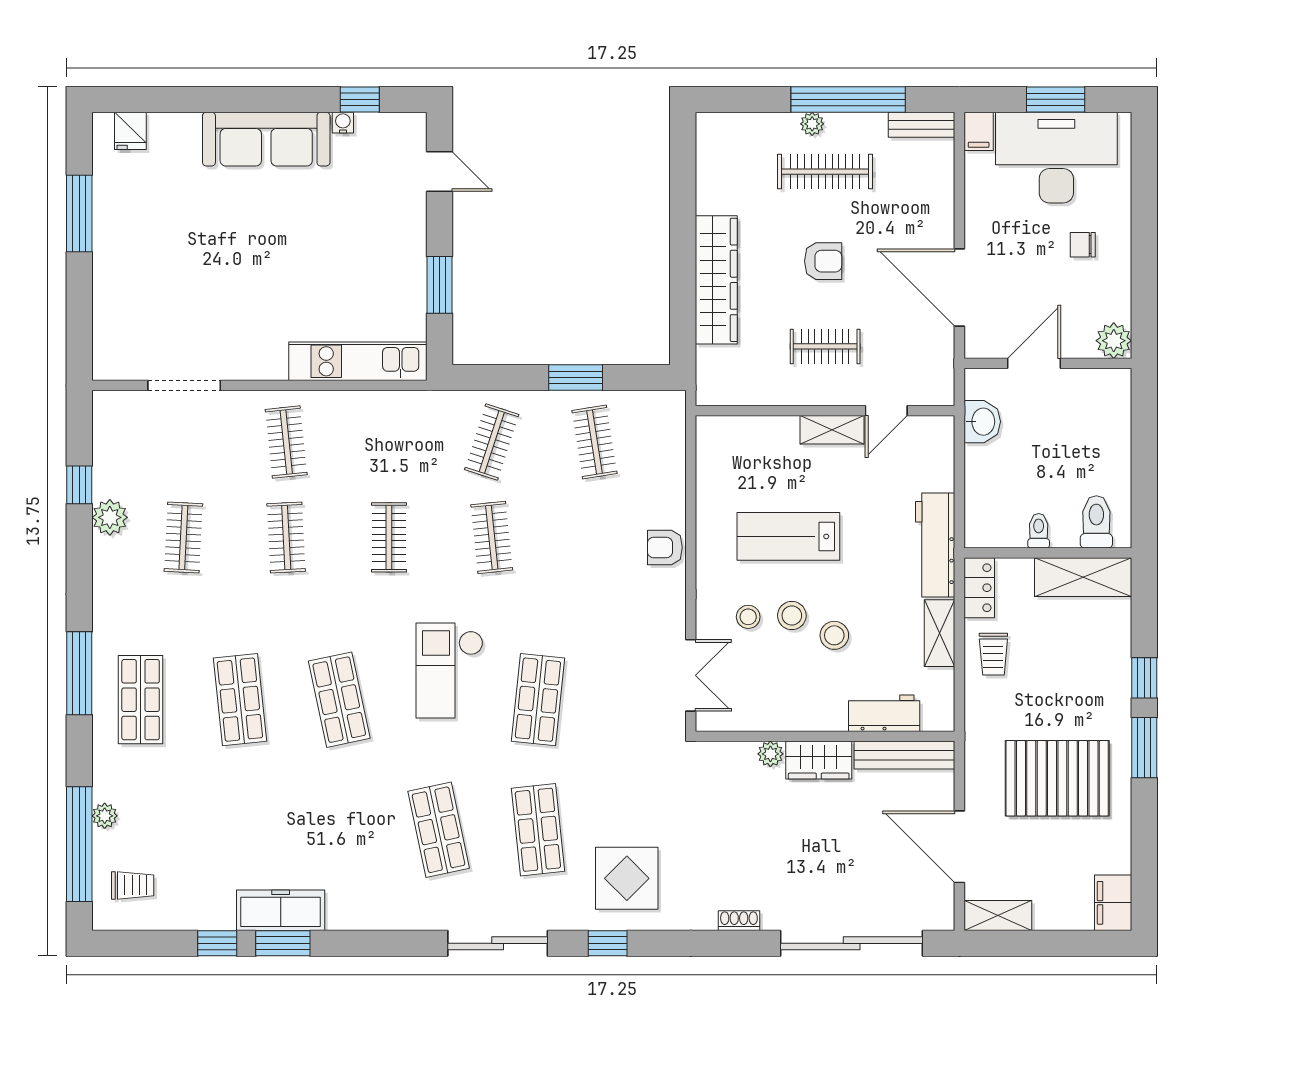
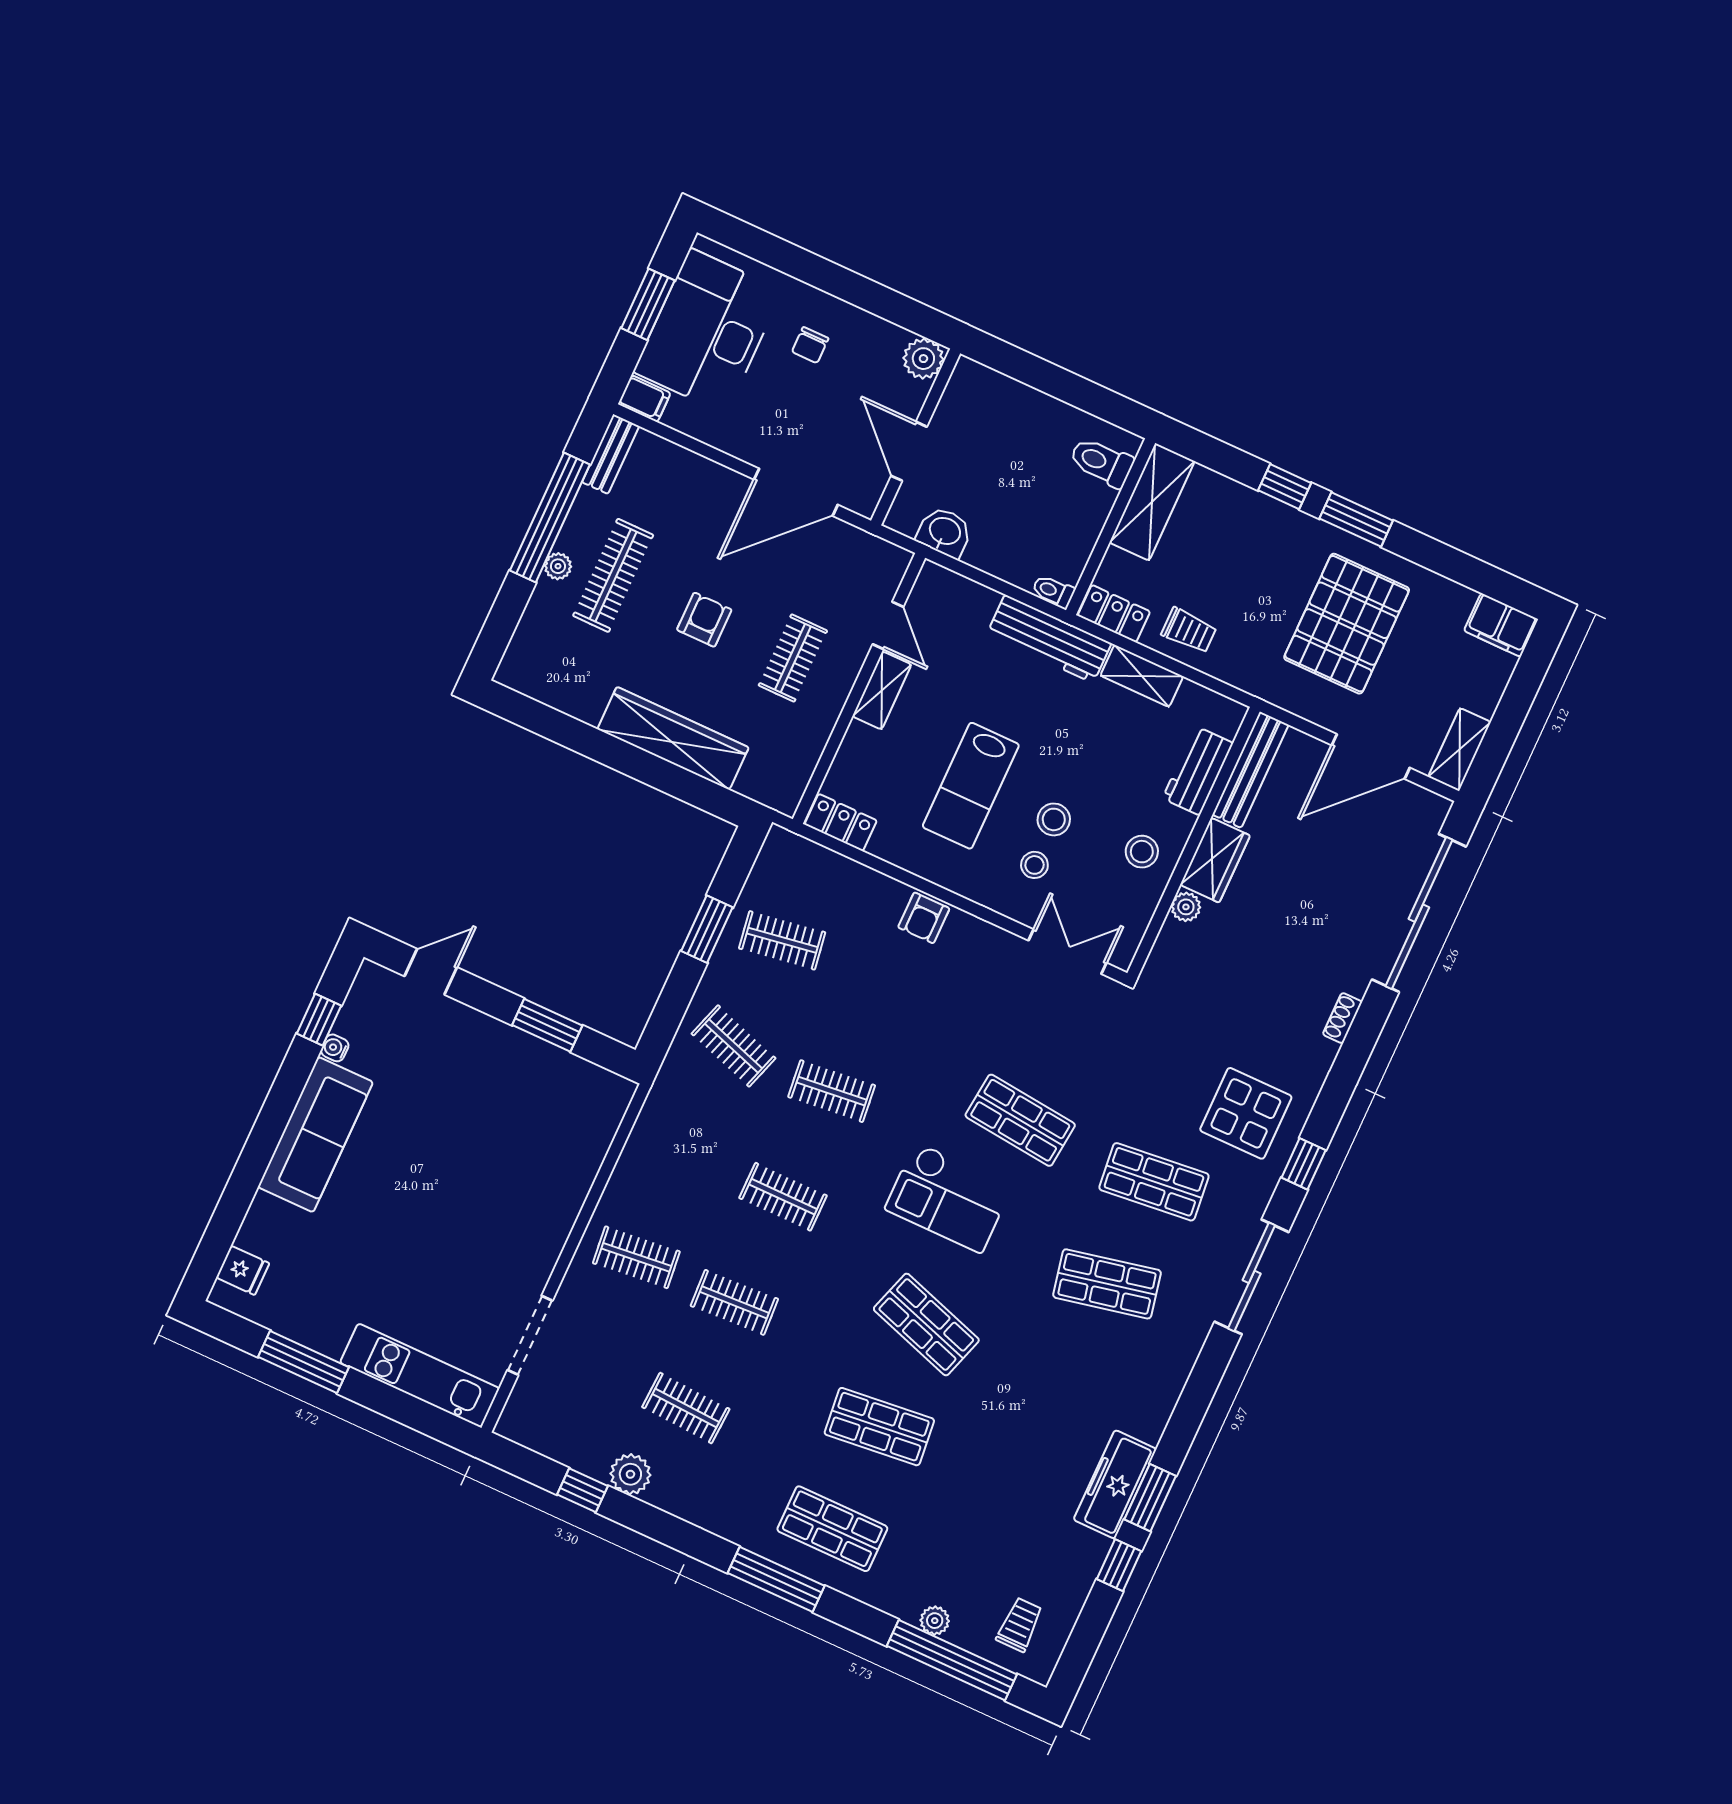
kitchen unit: (358, 361) -> (420, 1375), moved, turned 90
locker: (711, 446) -> (841, 823), added
toilet: (1039, 531) -> (1053, 591), moved
stool: (834, 635) -> (1142, 852), moved
shop shelf: (339, 700) -> (926, 1324), turned 30

